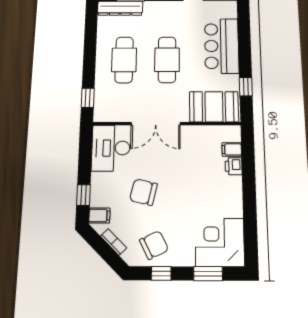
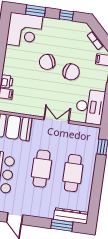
double door: (156, 124) -> (56, 120), width x0.73
chair: (154, 245) -> (47, 62), moved

